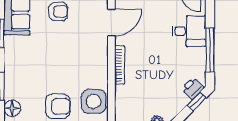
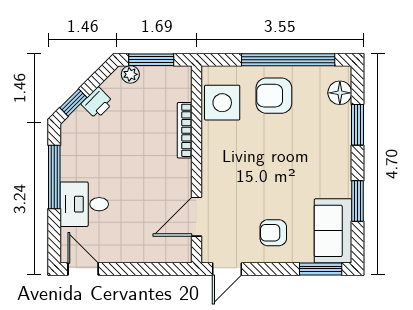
bookcase: (120, 65) -> (185, 130), moved
printer: (193, 88) -> (97, 103), moved

